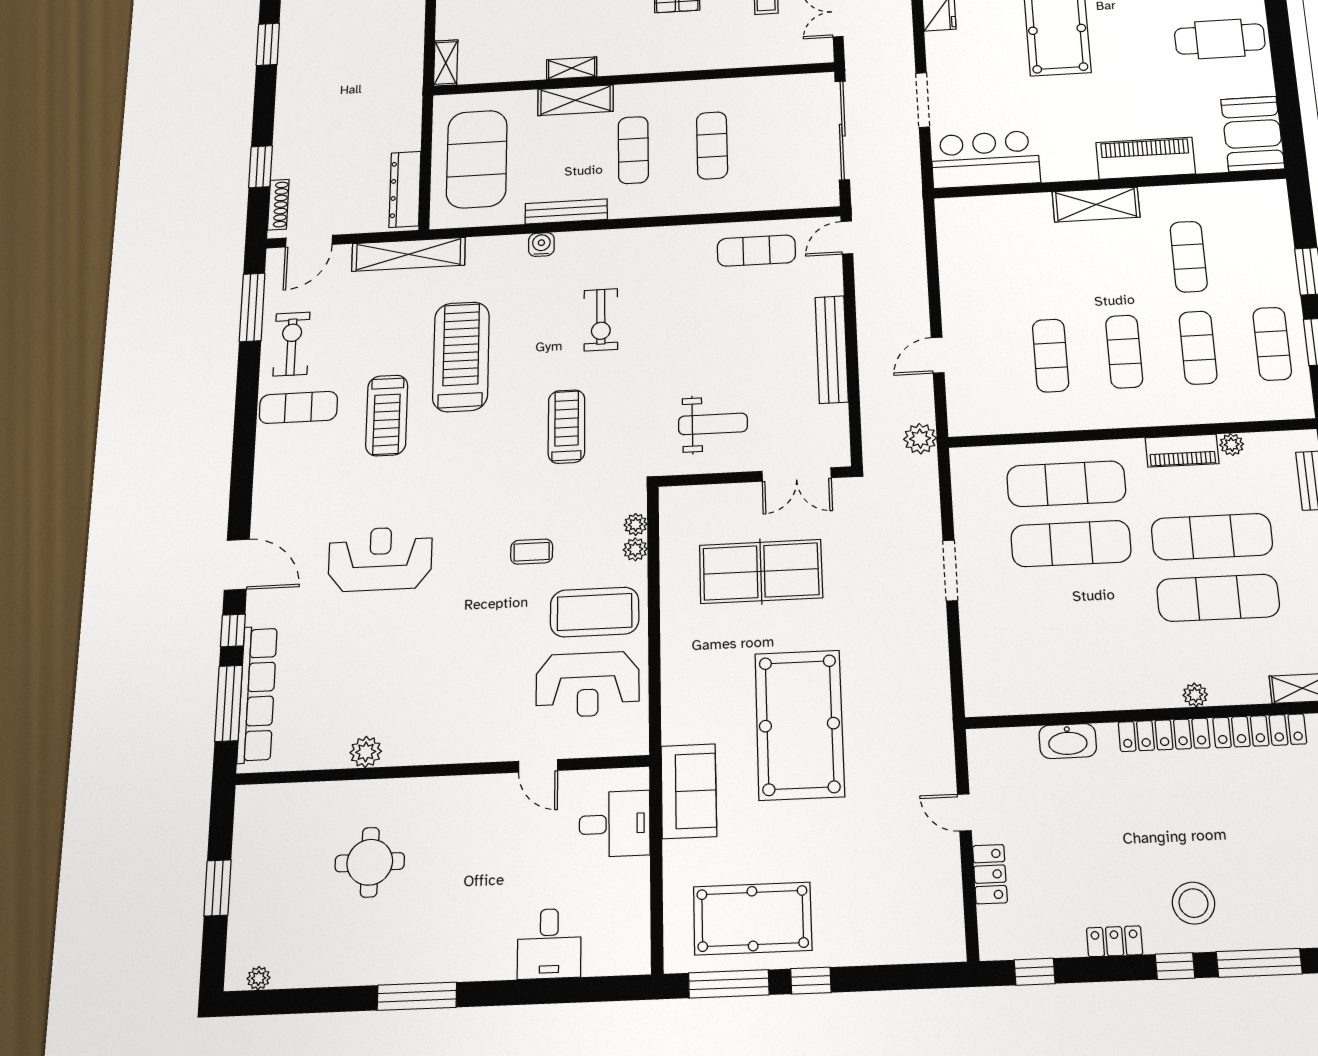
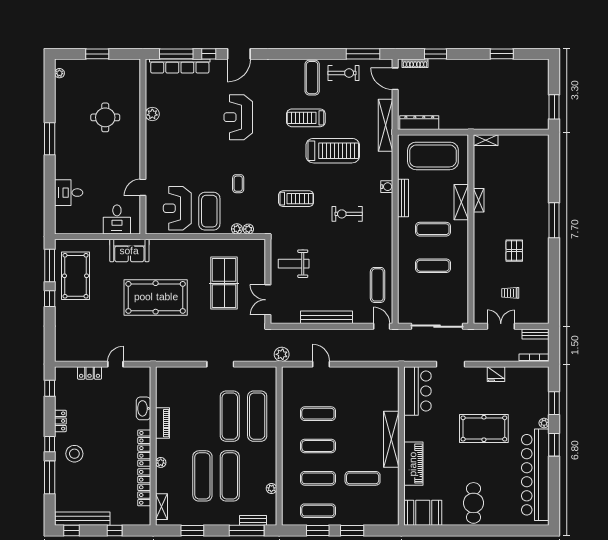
shelving: (1096, 204) -> (391, 439), width x1.47
weight bench: (713, 424) -> (294, 264), turned 90
piano: (1182, 451) -> (162, 423), moved, turned 180
reception desk: (380, 559) -> (238, 117), turned 180

